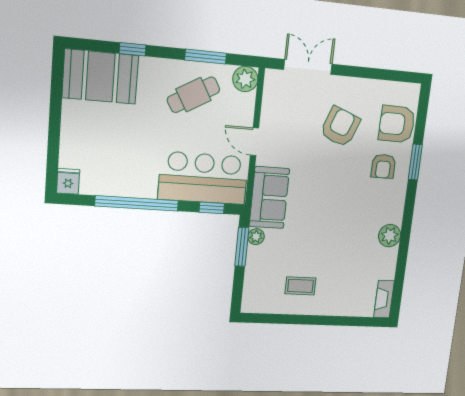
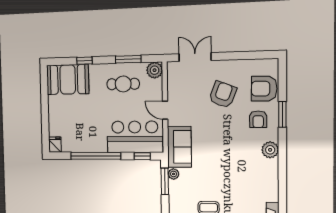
cafe table: (193, 95) -> (123, 84), turned 30
plant: (390, 236) -> (270, 150), moved

